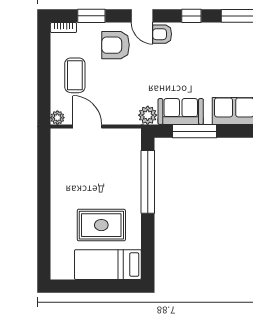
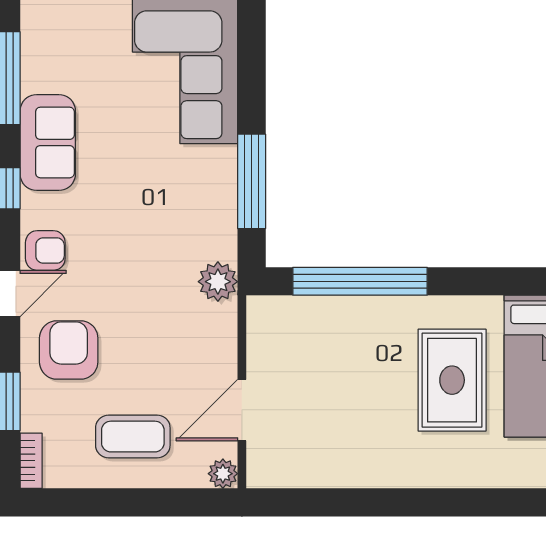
armchair: (162, 34) -> (45, 250), turned -90
armchair: (115, 45) -> (69, 350), turned 180
sofa: (181, 111) -> (48, 142), moved, turned 180

